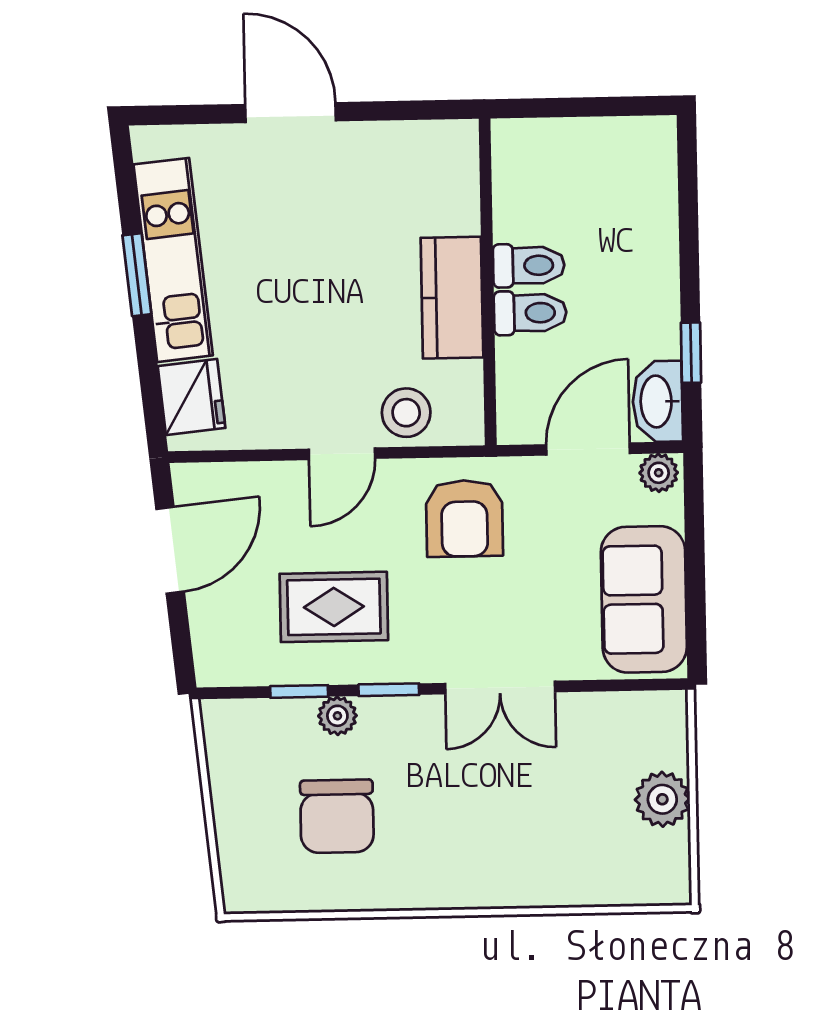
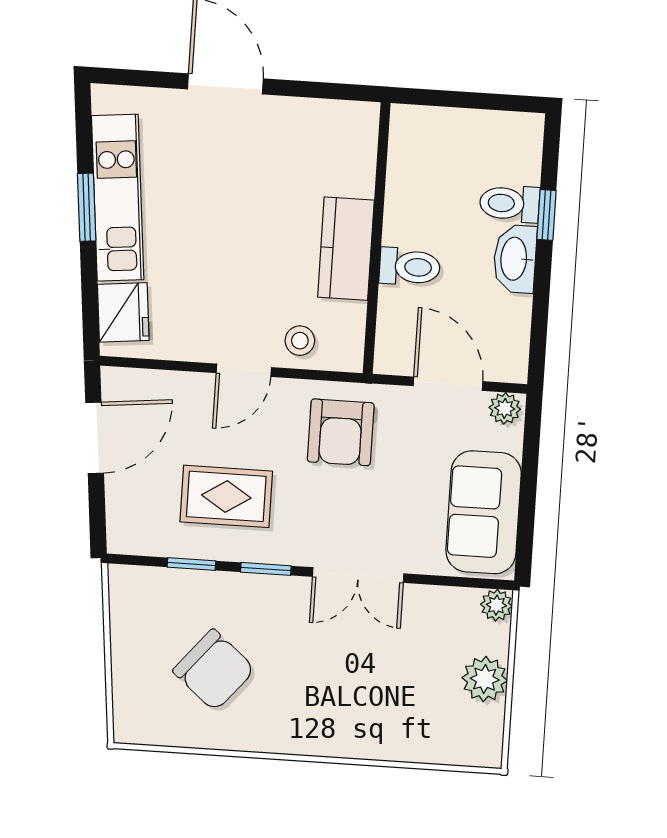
toilet: (529, 265) -> (510, 203), moved, turned 180
window: (691, 353) -> (547, 215), moved
washbasin: (658, 401) -> (515, 259), moved
stool: (406, 413) -> (300, 341), width x0.73, depth x0.73
door: (588, 449) -> (448, 384), hinge flipped
plant: (337, 716) -> (496, 605), moved
chair: (337, 816) -> (214, 670), turned -50

